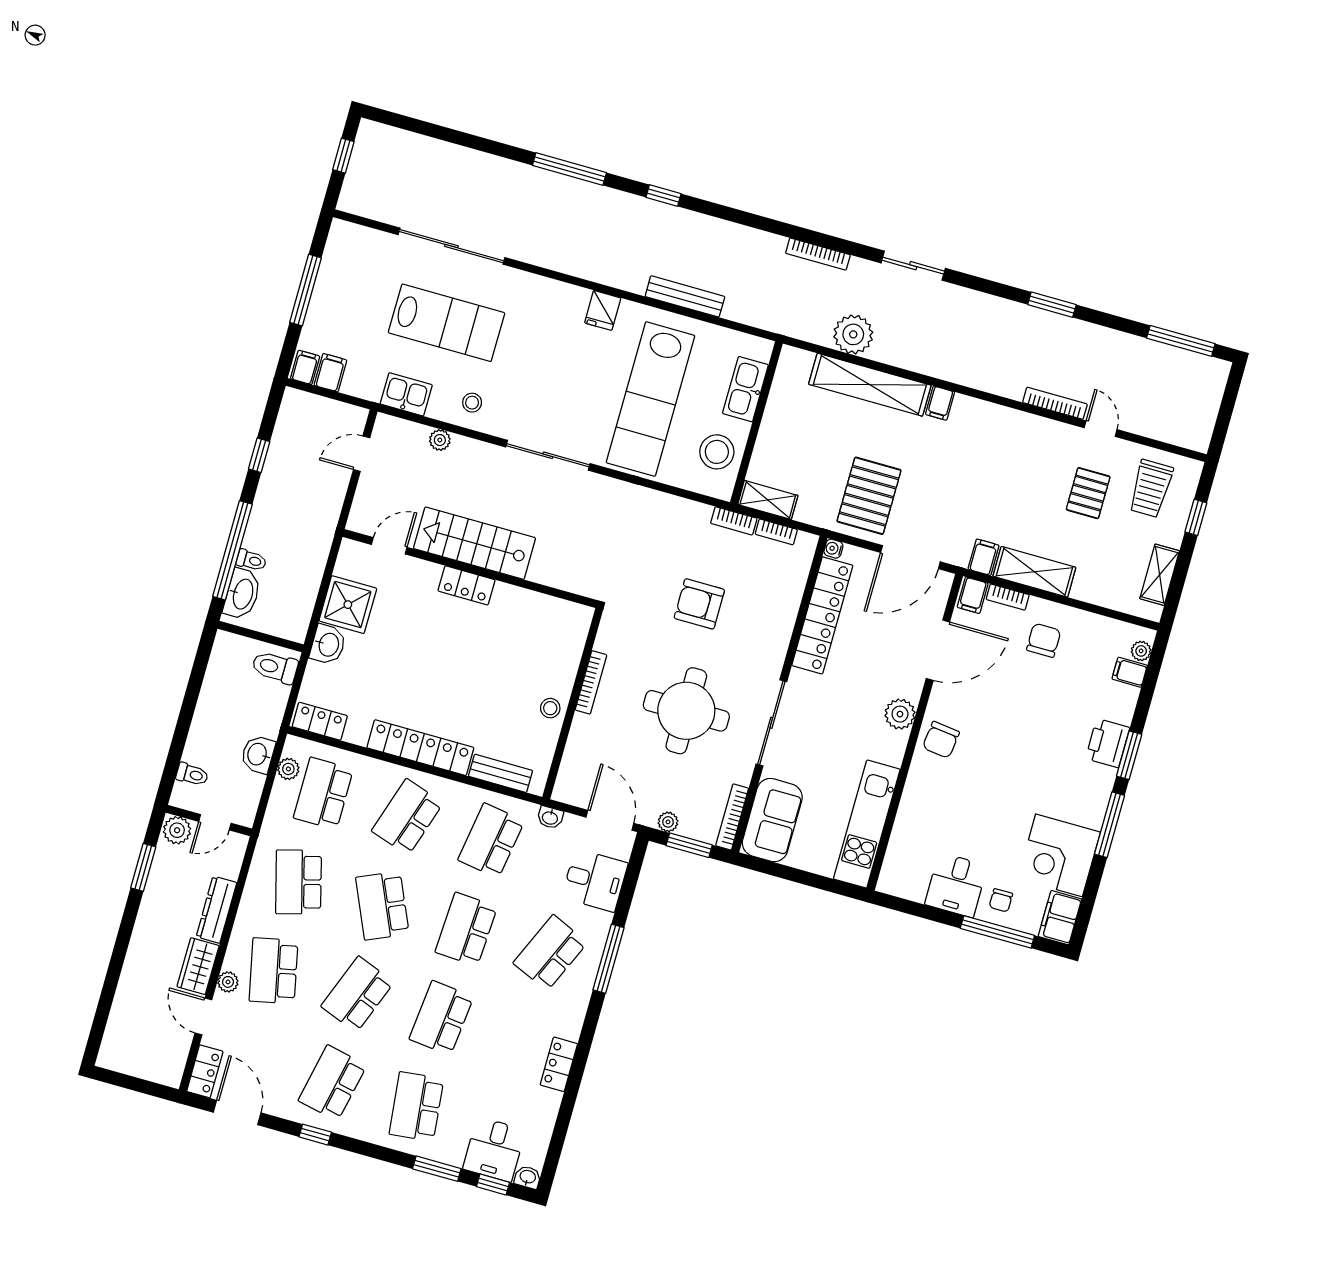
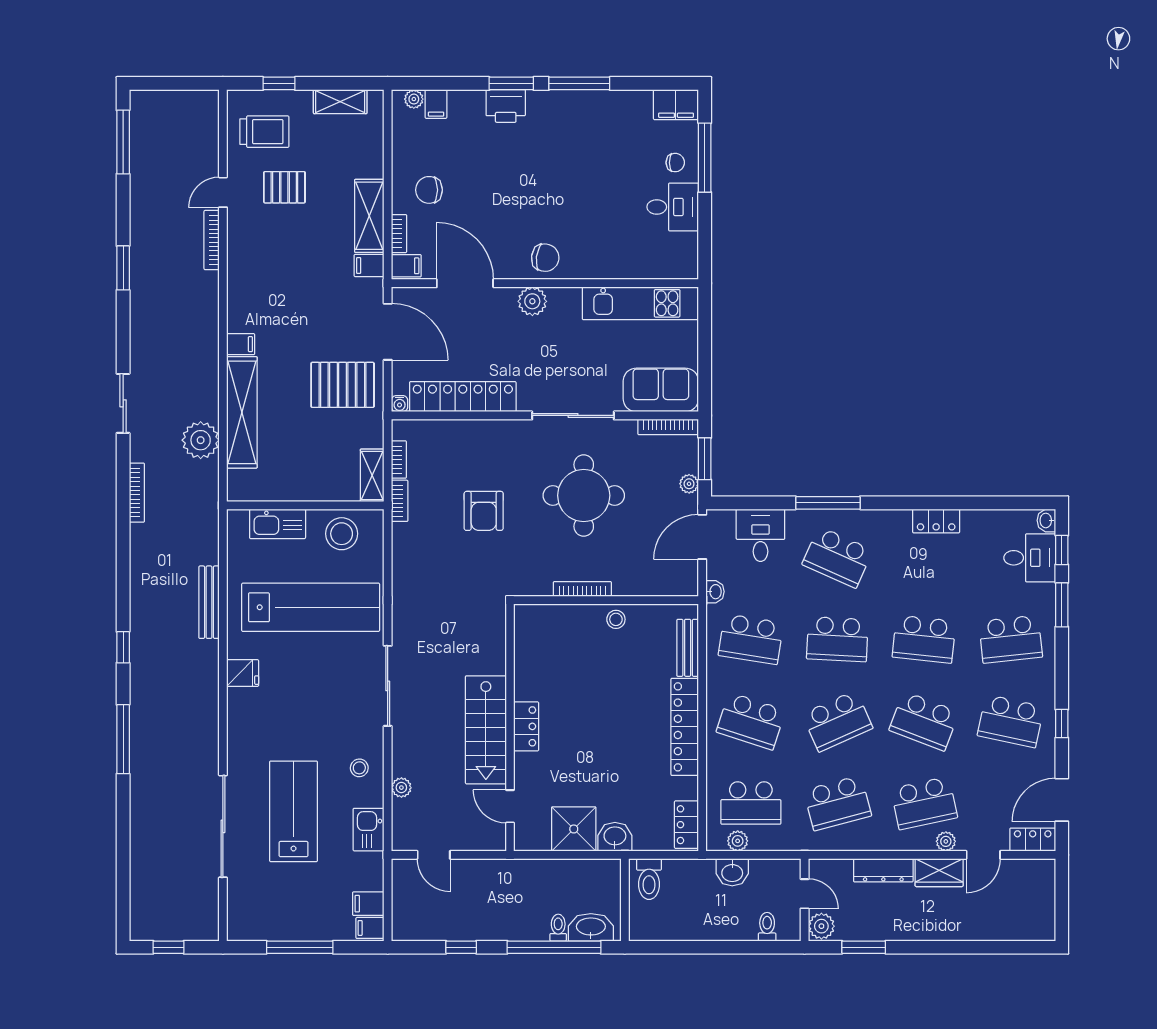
corner desk: (1059, 855) -> (620, 121), removed

